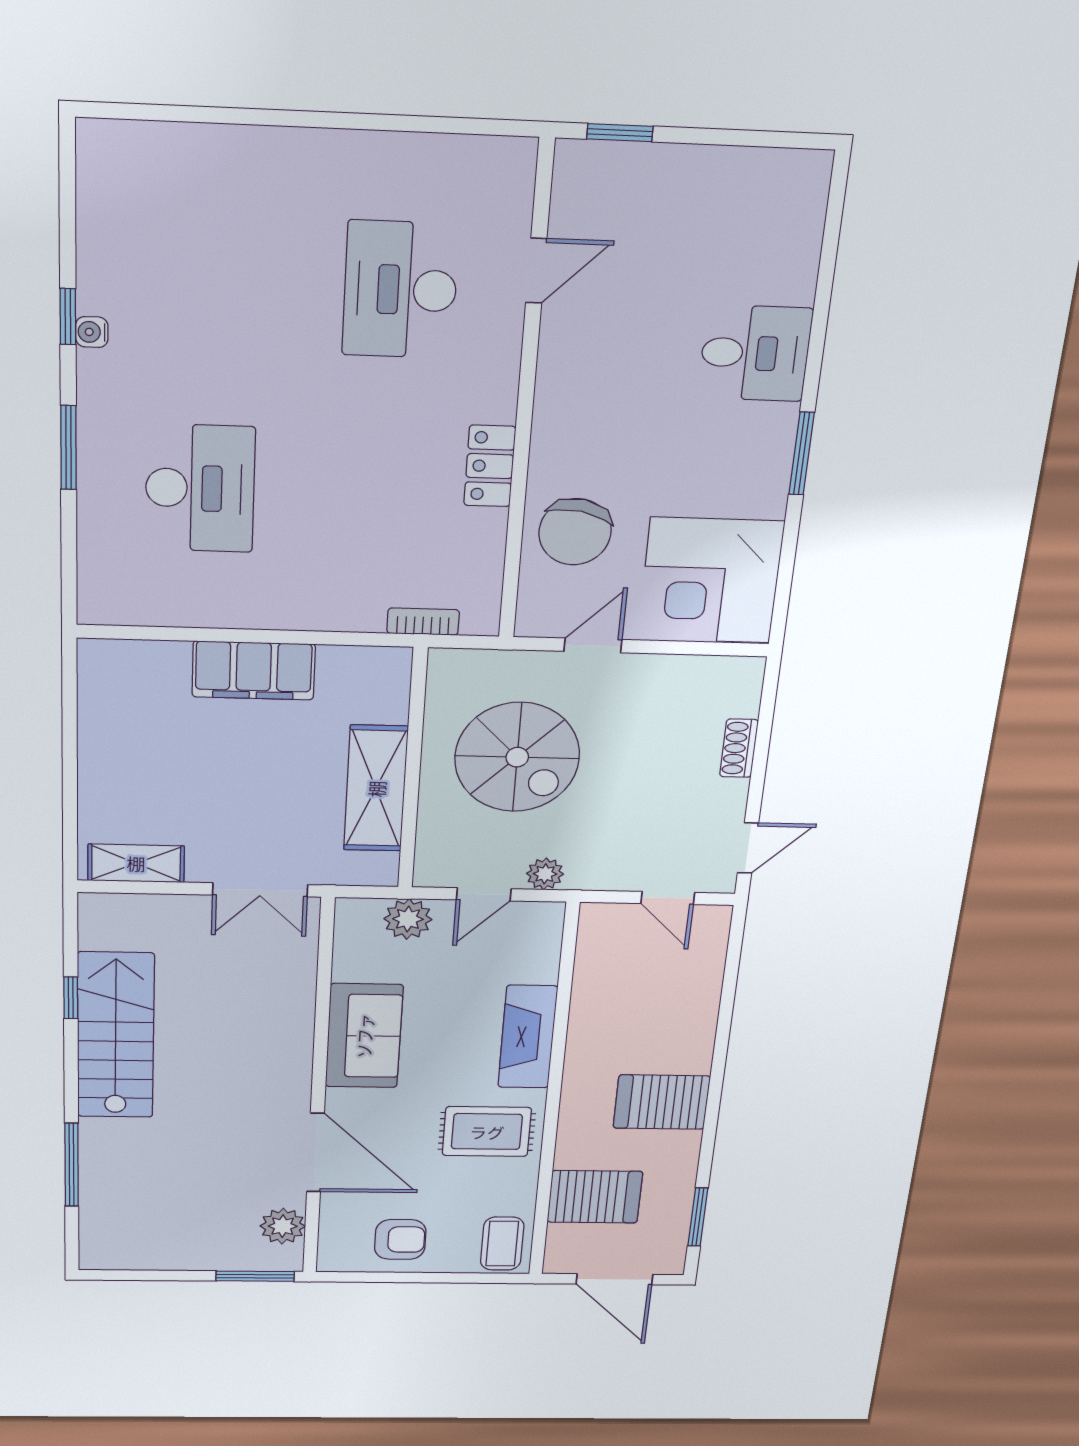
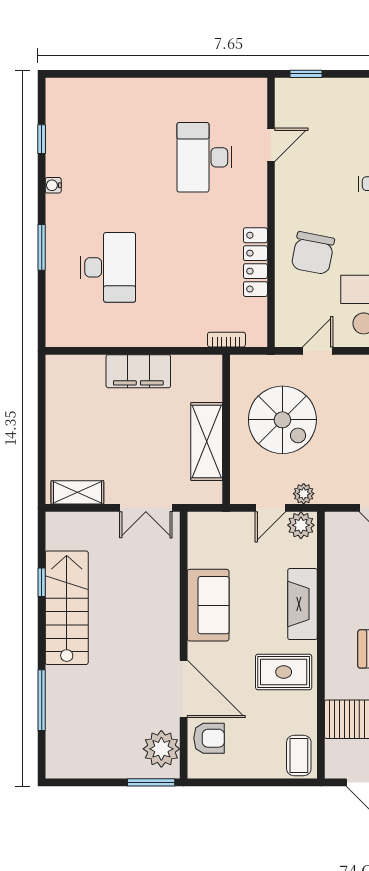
window: (68, 317) -> (42, 139), moved
locker: (490, 466) -> (255, 262), width x1.53
chair: (575, 532) -> (313, 253), moved
plant: (408, 919) -> (301, 525), moved
plant: (283, 1226) -> (161, 749), width x1.36, depth x1.36
armchair: (400, 1239) -> (209, 738), moved

